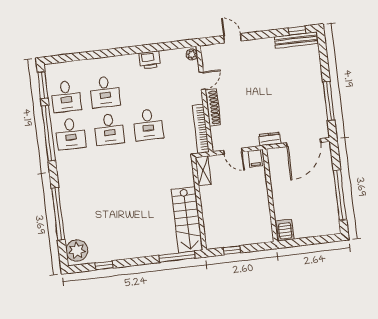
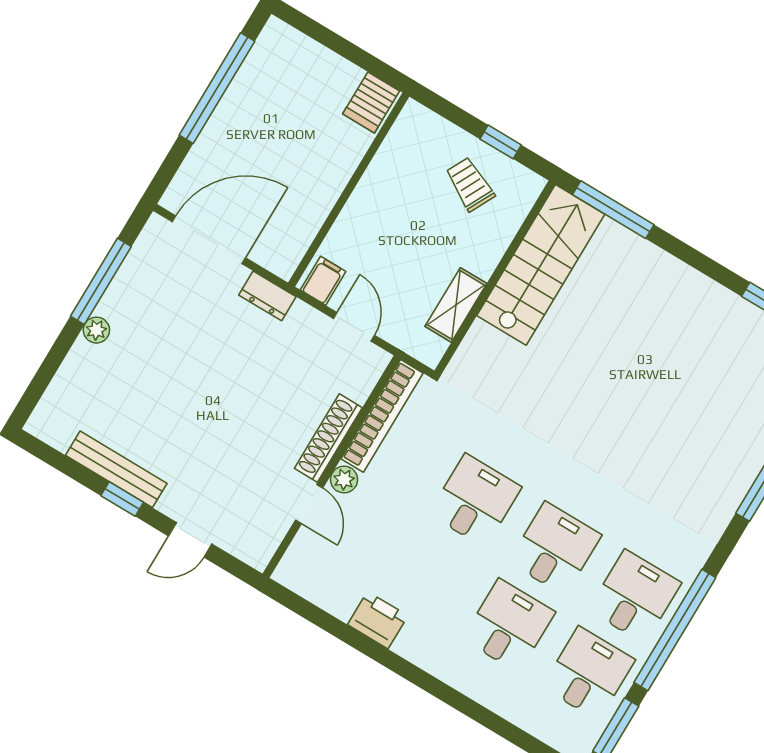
window: (297, 31) -> (122, 499), moved
door: (233, 38) -> (190, 540), hinge flipped
bench: (296, 40) -> (116, 469), moved
plant: (192, 54) -> (344, 480), moved
door: (202, 81) -> (309, 504), swing flipped
plant: (318, 84) -> (96, 330), added
shelving: (203, 171) -> (456, 305), moved
trolley: (231, 228) -> (470, 184), added

